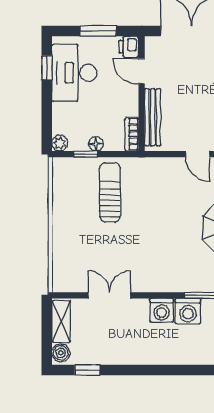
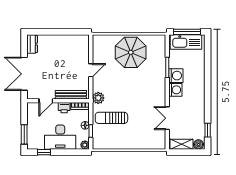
window: (98, 31) -> (24, 134), moved
printer: (129, 47) -> (64, 108), moved
desk: (74, 73) -> (60, 137), moved
plant: (147, 168) -> (98, 98), added

